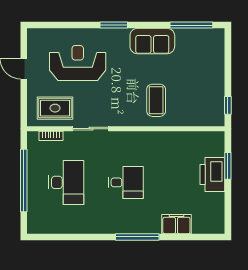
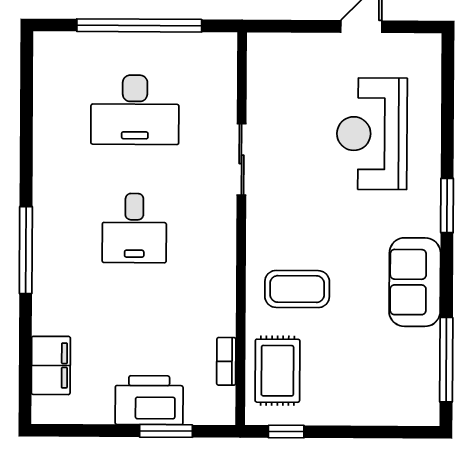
reception desk: (78, 63) -> (372, 134), turned 180
rug: (55, 108) -> (277, 371), moved
bookcase: (51, 136) -> (226, 361), moved
filing cabinet: (176, 224) -> (51, 365), moved

